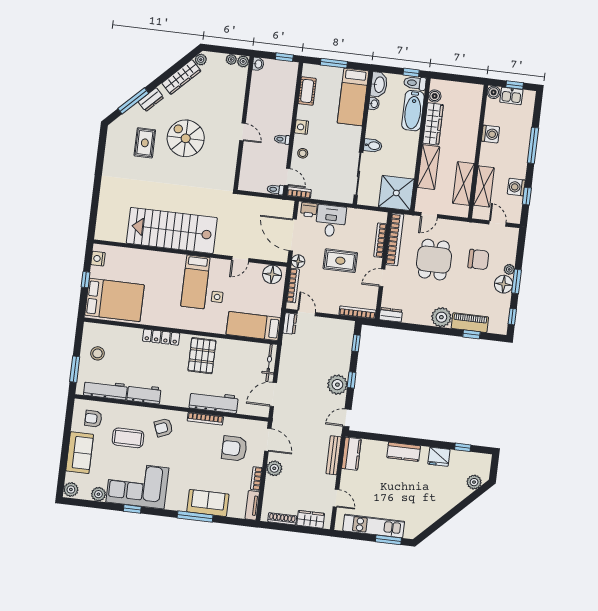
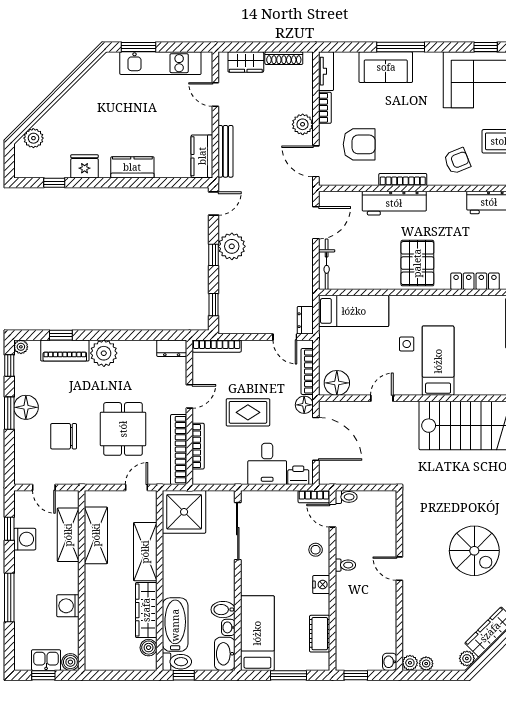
bidet: (373, 146) -> (223, 610), moved
plant: (509, 269) -> (21, 347), moved

